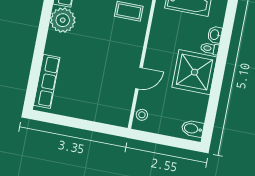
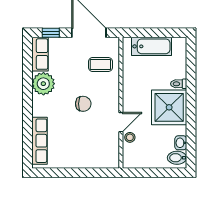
washbasin: (215, 35) -> (181, 143), moved
chair: (102, 50) -> (83, 104), added
stool: (142, 115) -> (130, 137), moved

